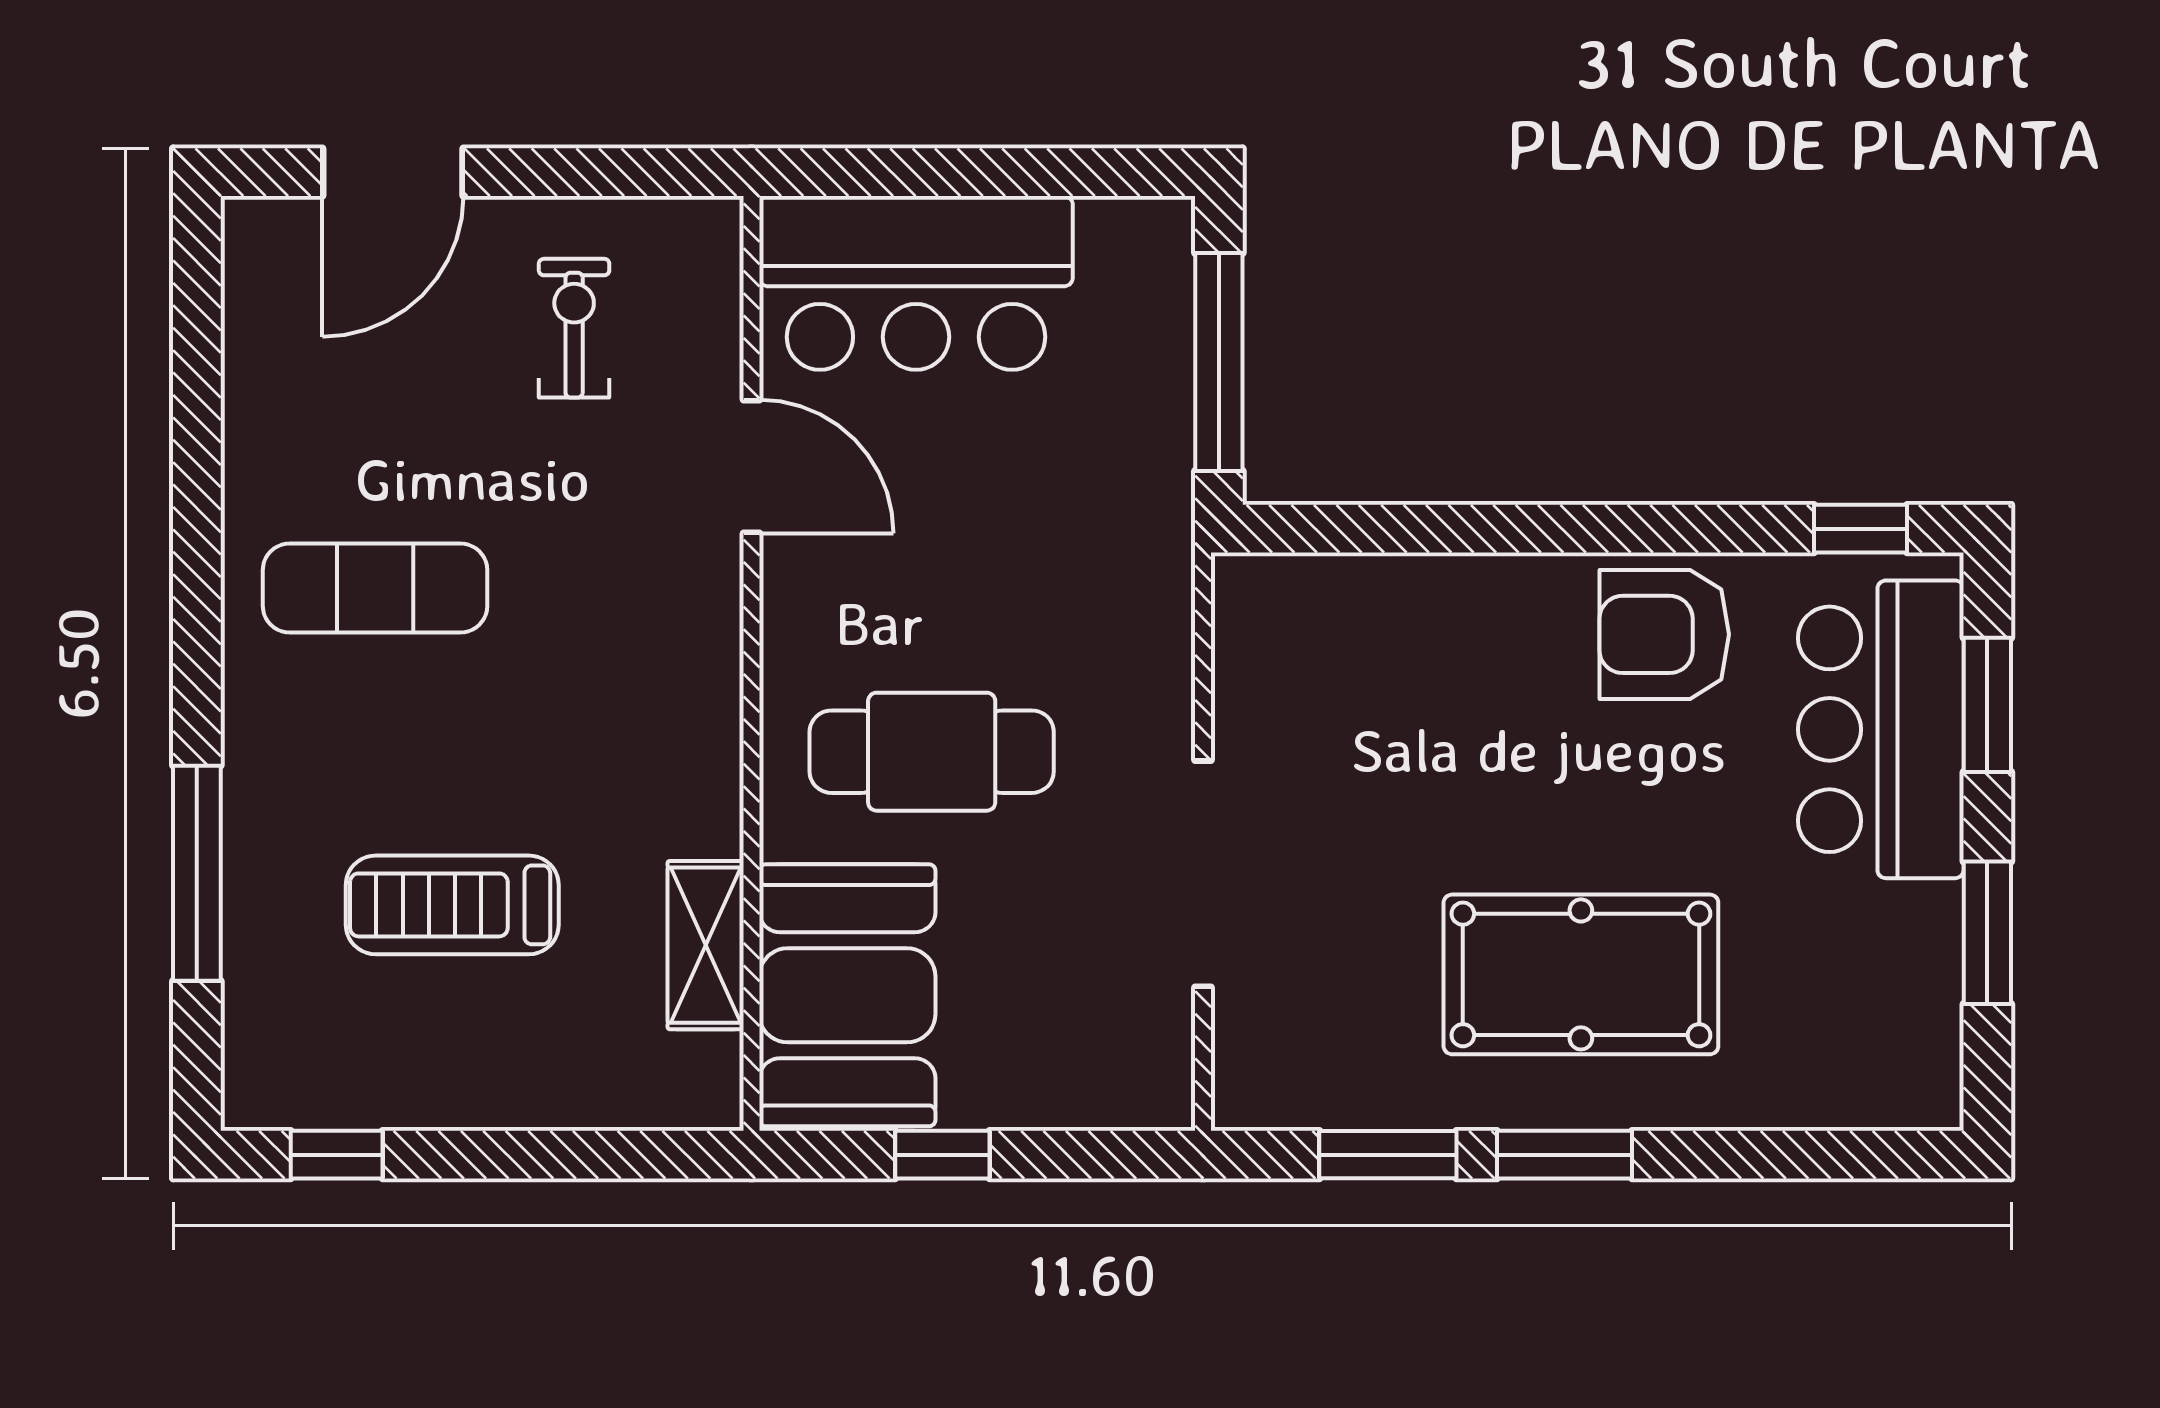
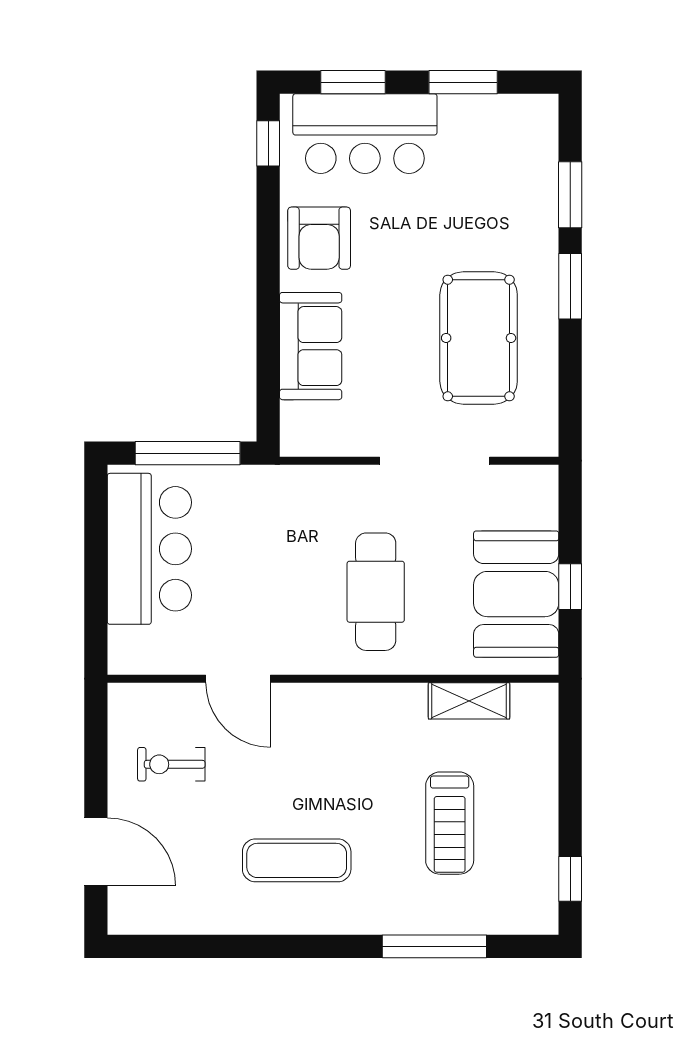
bar counter: (916, 283) -> (149, 549), moved
door: (751, 467) -> (238, 679), swing flipped
exercise mat: (375, 588) -> (297, 860), turned 90
sofa: (1441, 617) -> (311, 346), added
pool table: (1581, 974) -> (479, 338), moved
booth: (847, 995) -> (516, 594), moved, turned 90
window: (1388, 1155) -> (570, 195), moved

